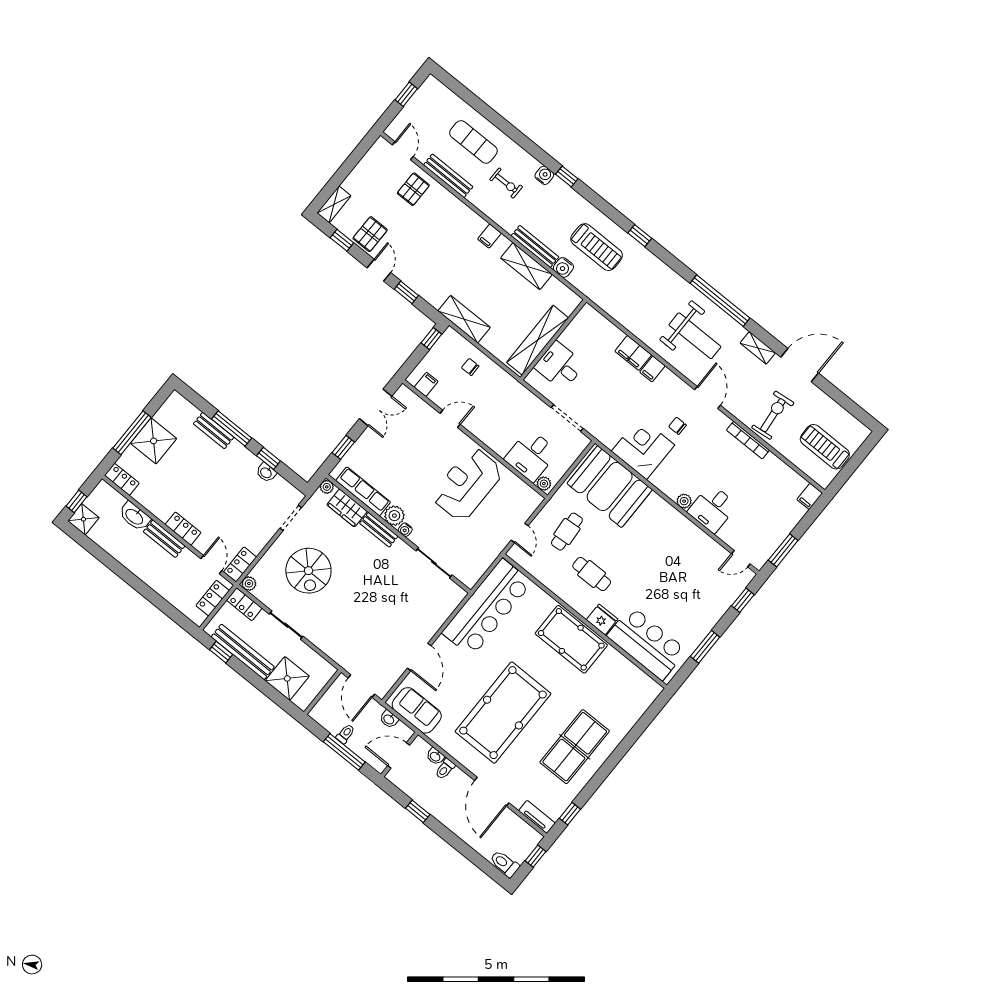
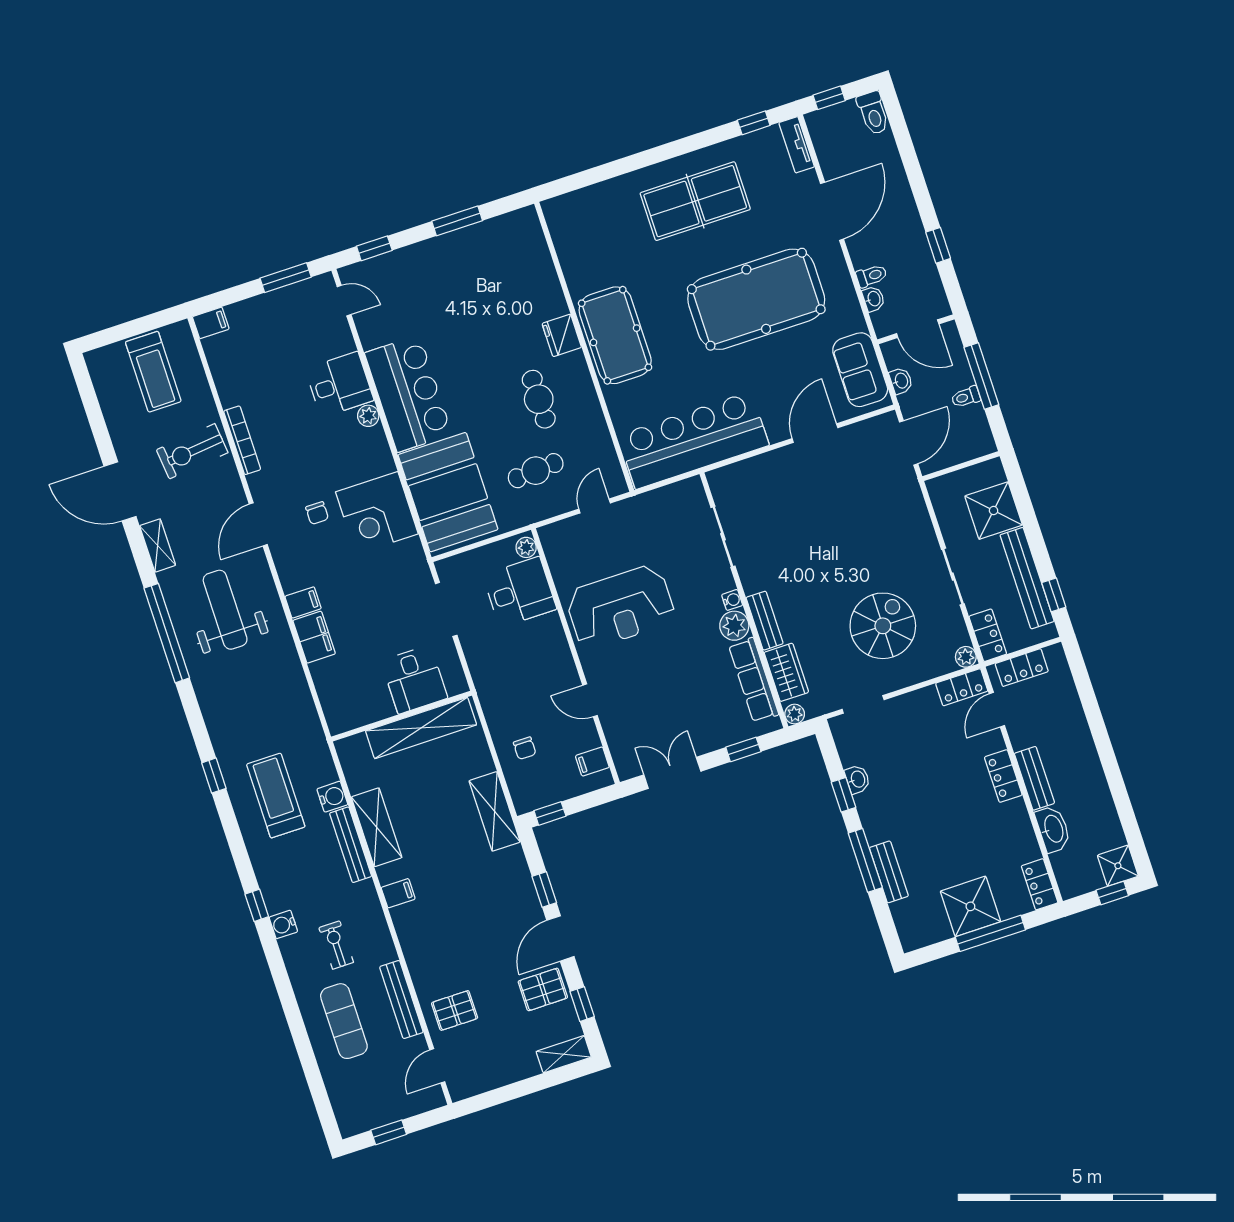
door: (379, 270) -> (560, 938), width x1.38
bar counter: (647, 643) -> (408, 394), moved, turned 180

